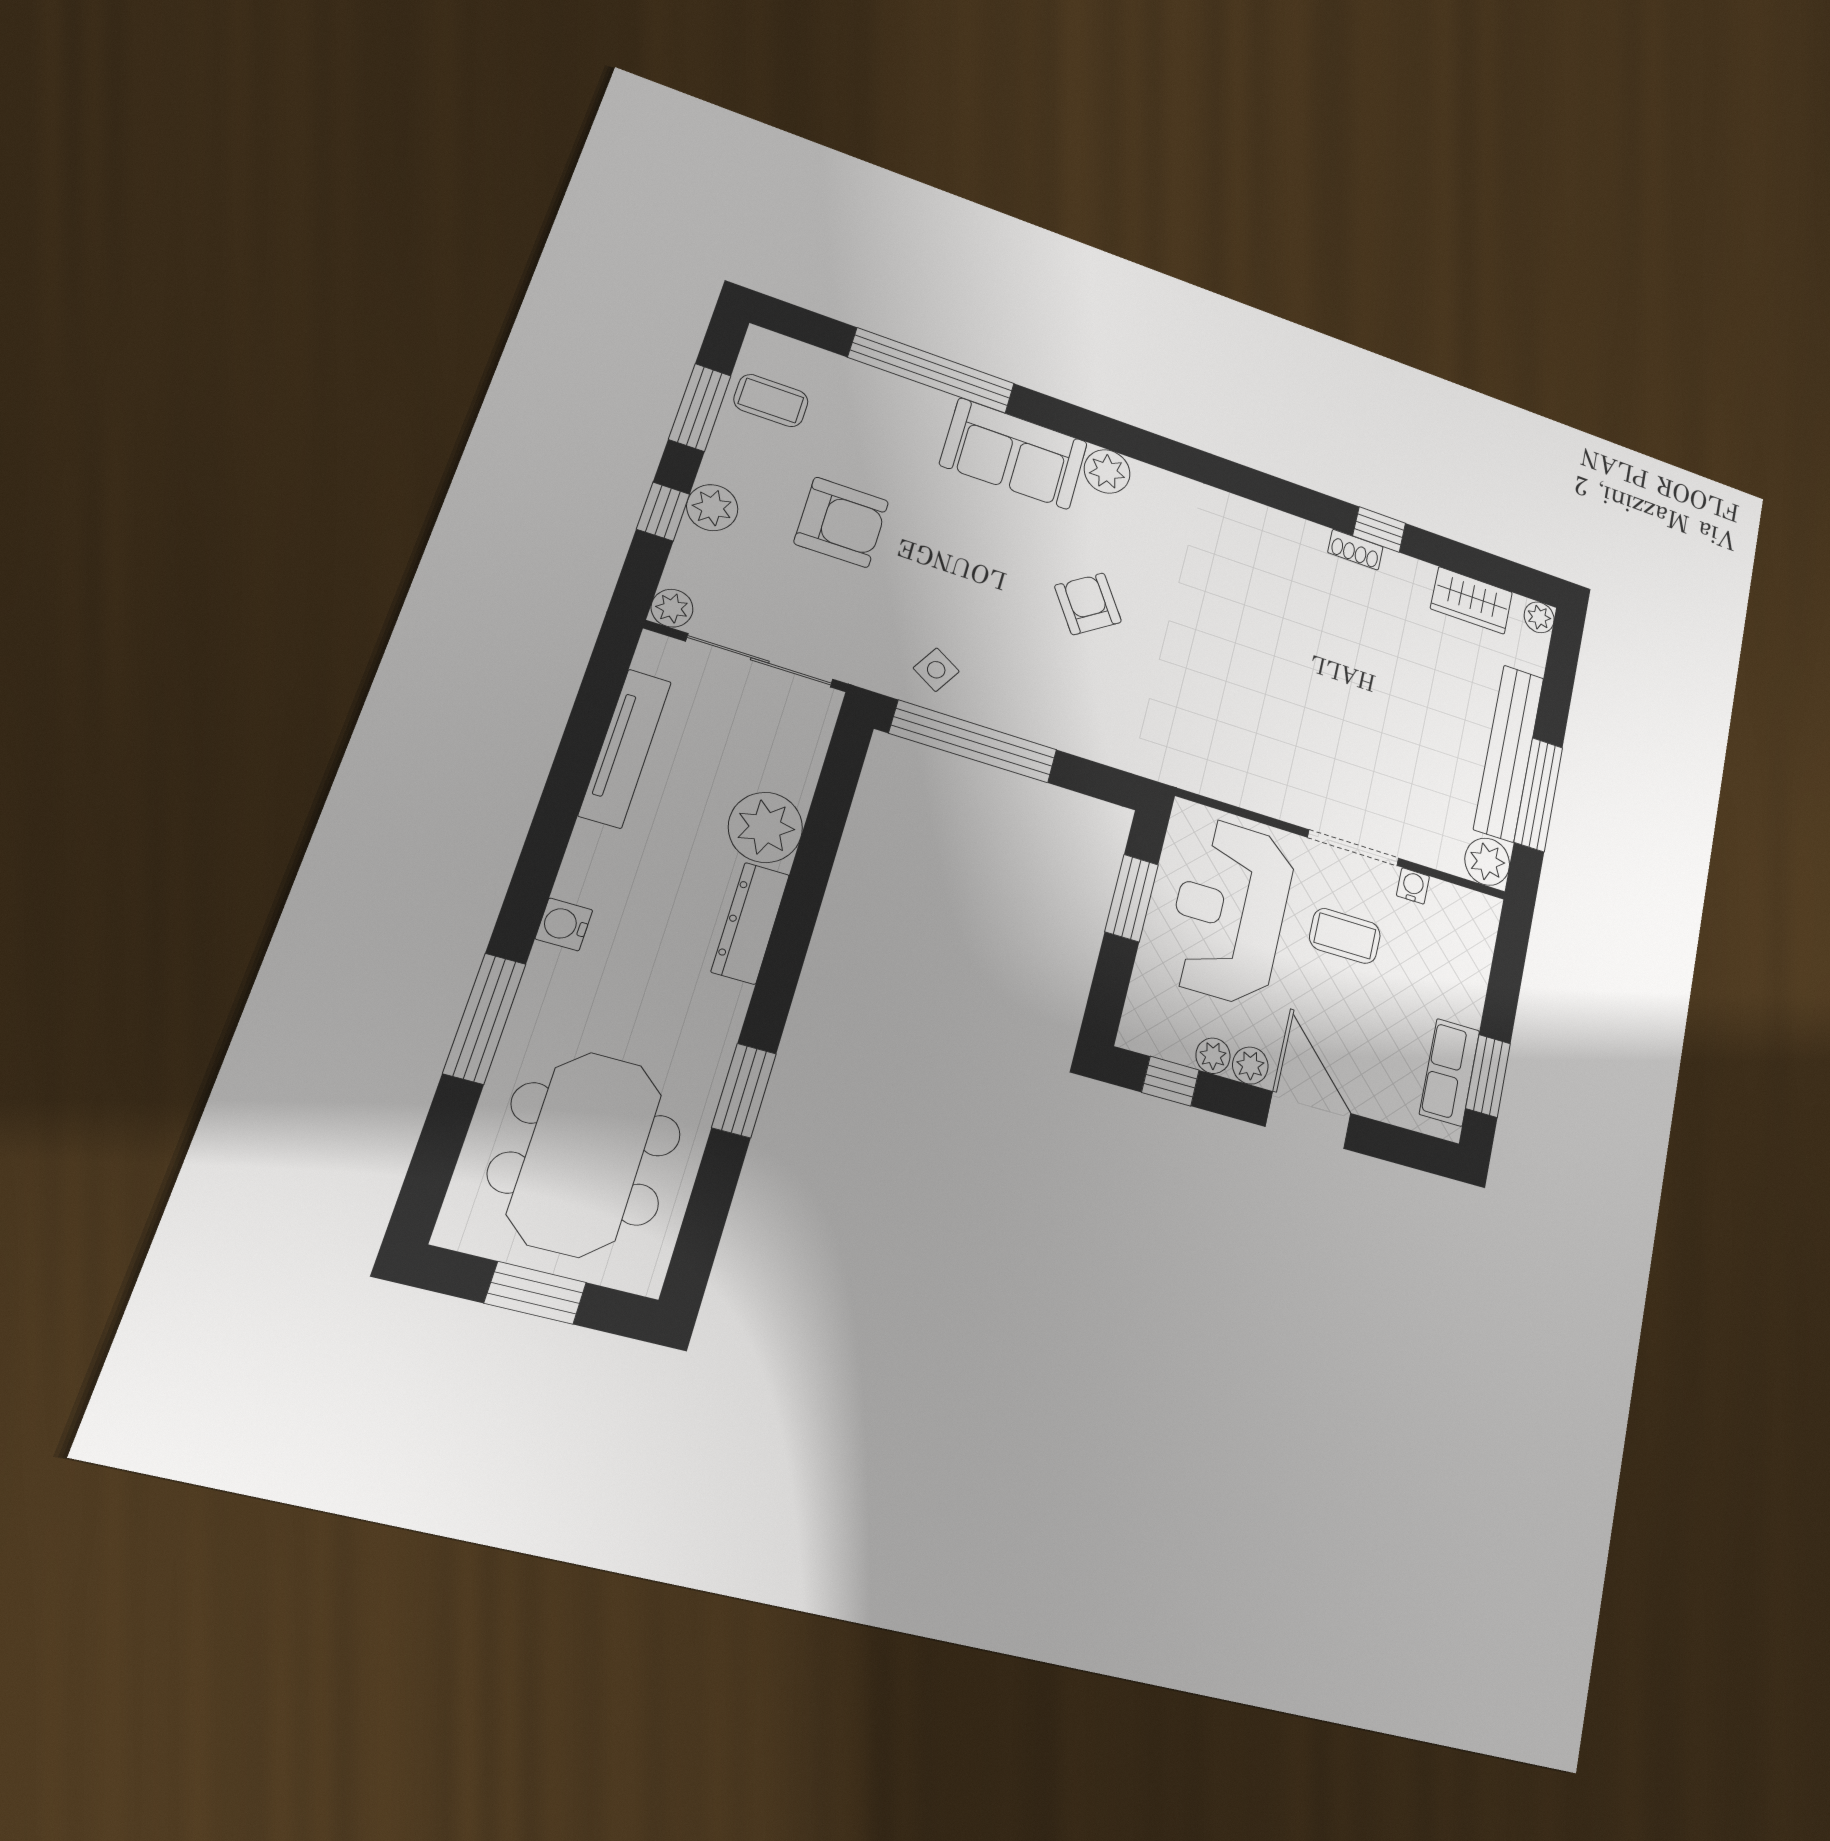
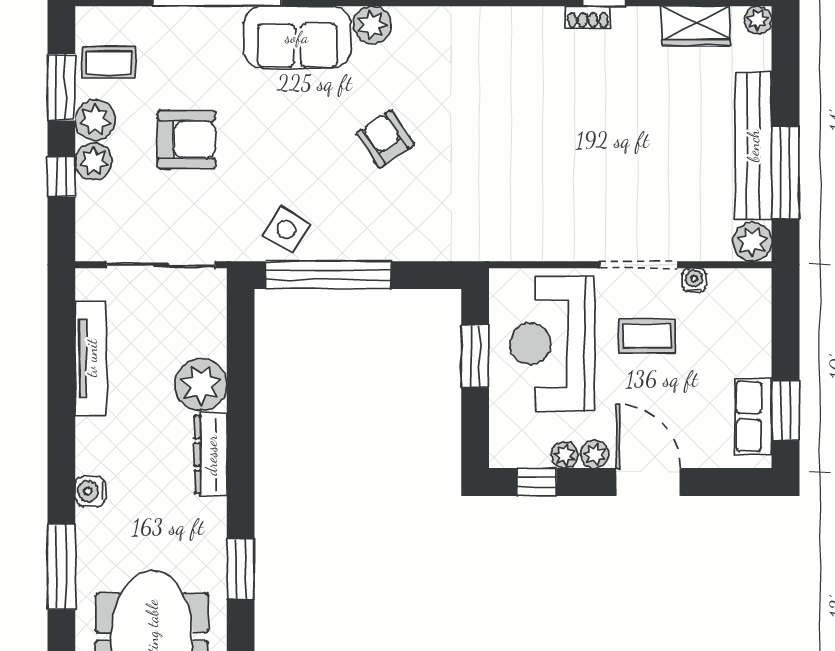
plant: (672, 608) -> (95, 120), moved, width x1.38, depth x1.38
side table: (936, 670) -> (286, 230), width x1.37, depth x1.37

